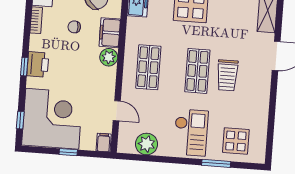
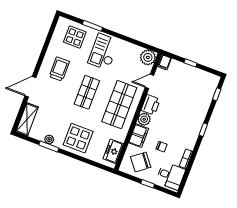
printer: (38, 64) -> (151, 105), moved, turned 180
shop shelf: (148, 67) -> (119, 105), width x1.43, depth x1.36
trolley: (227, 75) -> (59, 69), moved
door: (117, 111) -> (149, 81), hinge flipped
corner desk: (52, 119) -> (195, 89), removed
plant: (147, 144) -> (148, 57), moved

